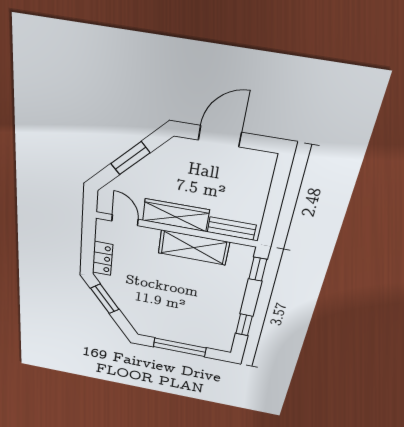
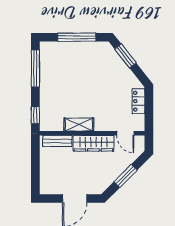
shelving: (194, 248) -> (79, 125), width x0.67, depth x0.75
window: (105, 299) -> (125, 56), moved
window: (244, 325) -> (35, 69), width x2.17

